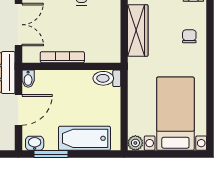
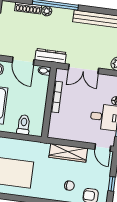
chair: (189, 36) -> (69, 186), moved
toilet: (107, 78) -> (24, 125), moved

